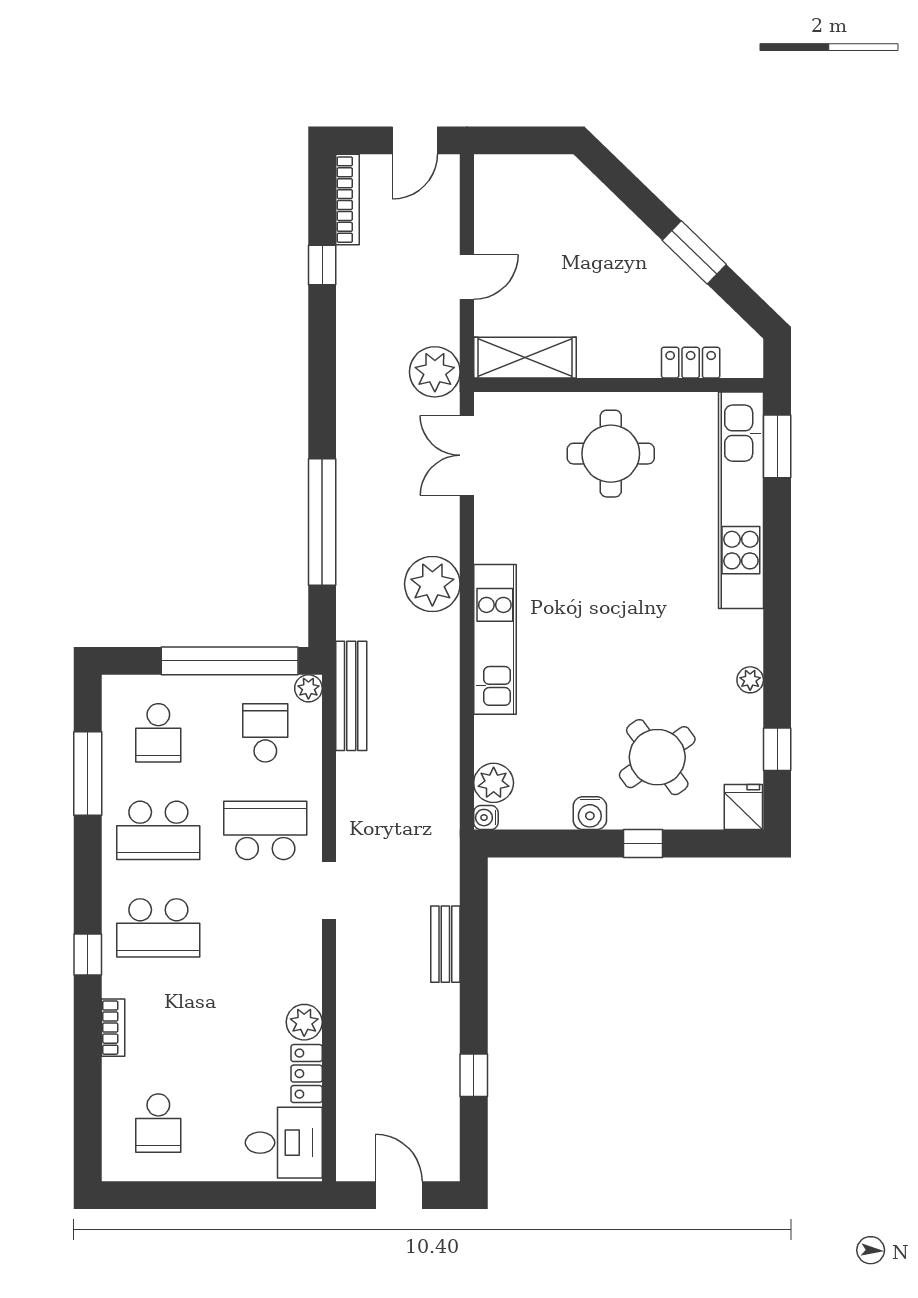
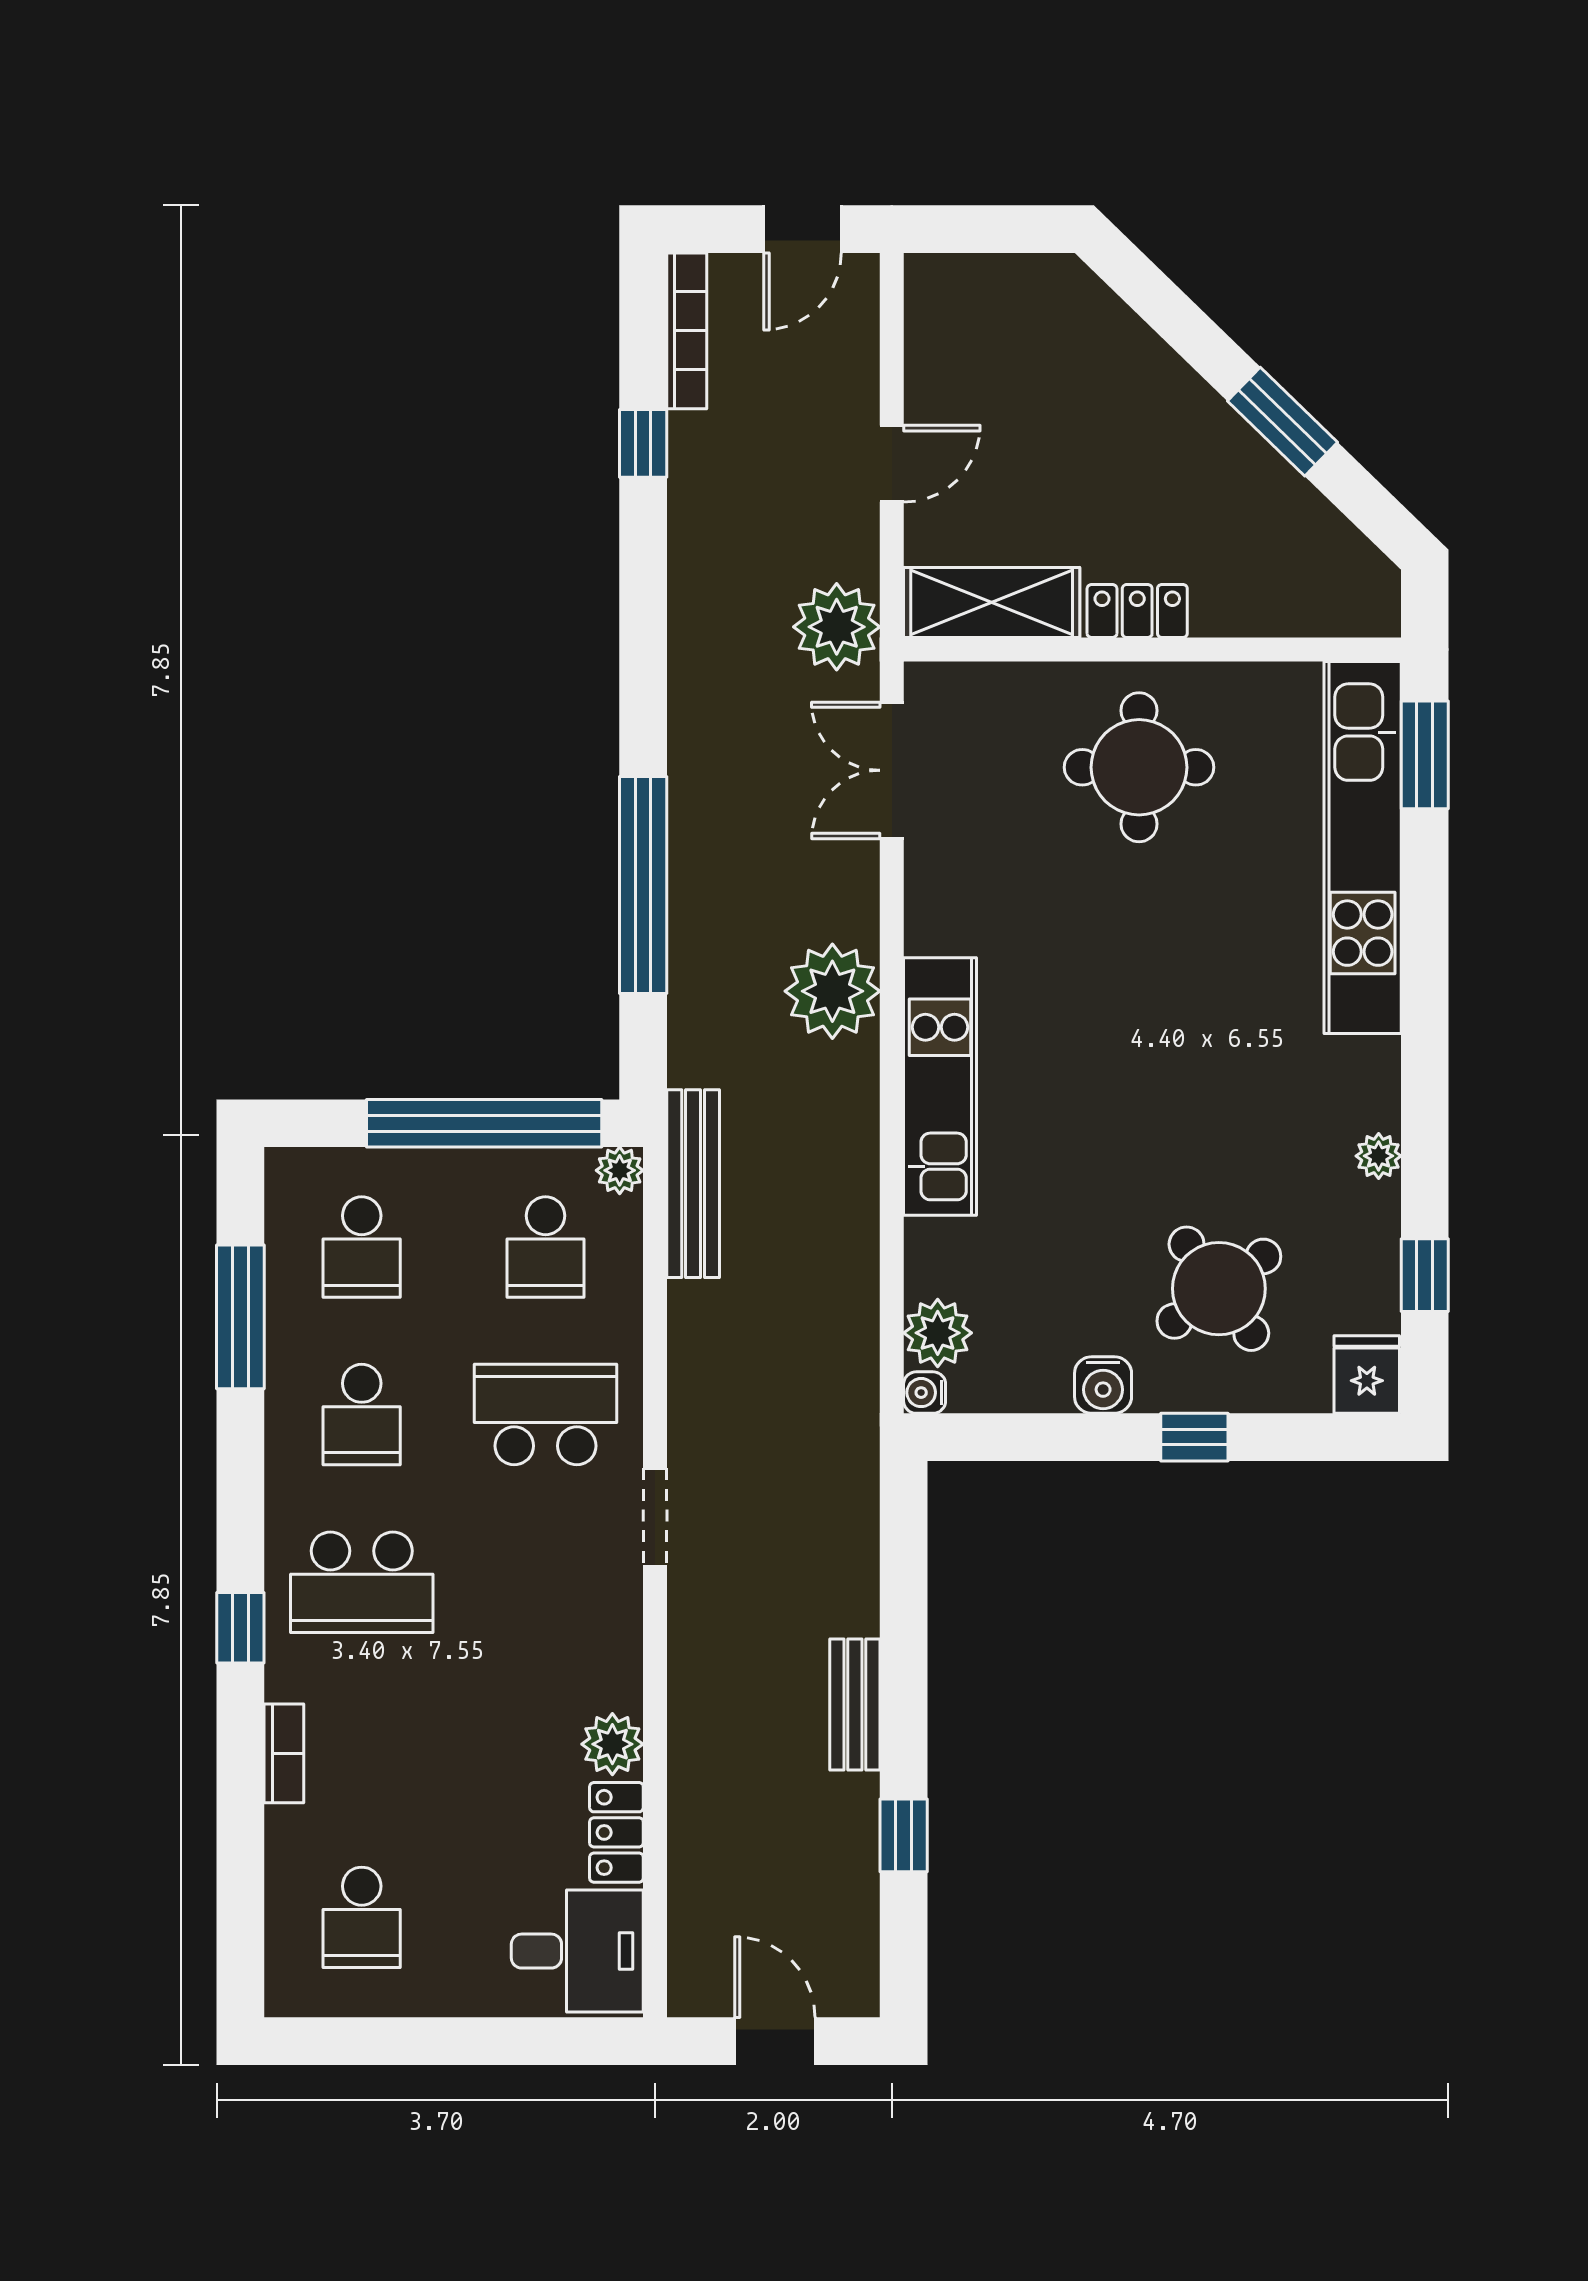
locker: (691, 363) -> (1137, 611), moved
school desk: (265, 733) -> (546, 1247), turned 180
school desk: (158, 830) -> (362, 1415), width x0.54
bench: (445, 944) -> (855, 1705), moved

